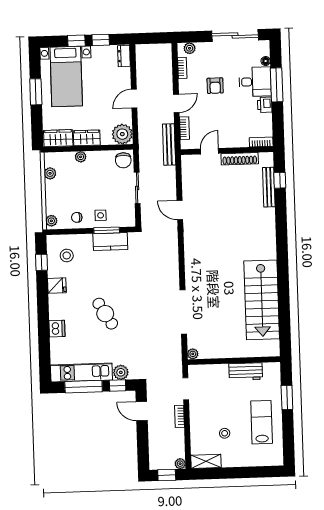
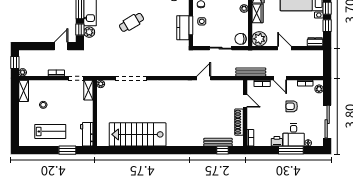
shelving: (202, 371) -> (88, 90), added
workbench: (246, 372) -> (87, 134), moved

